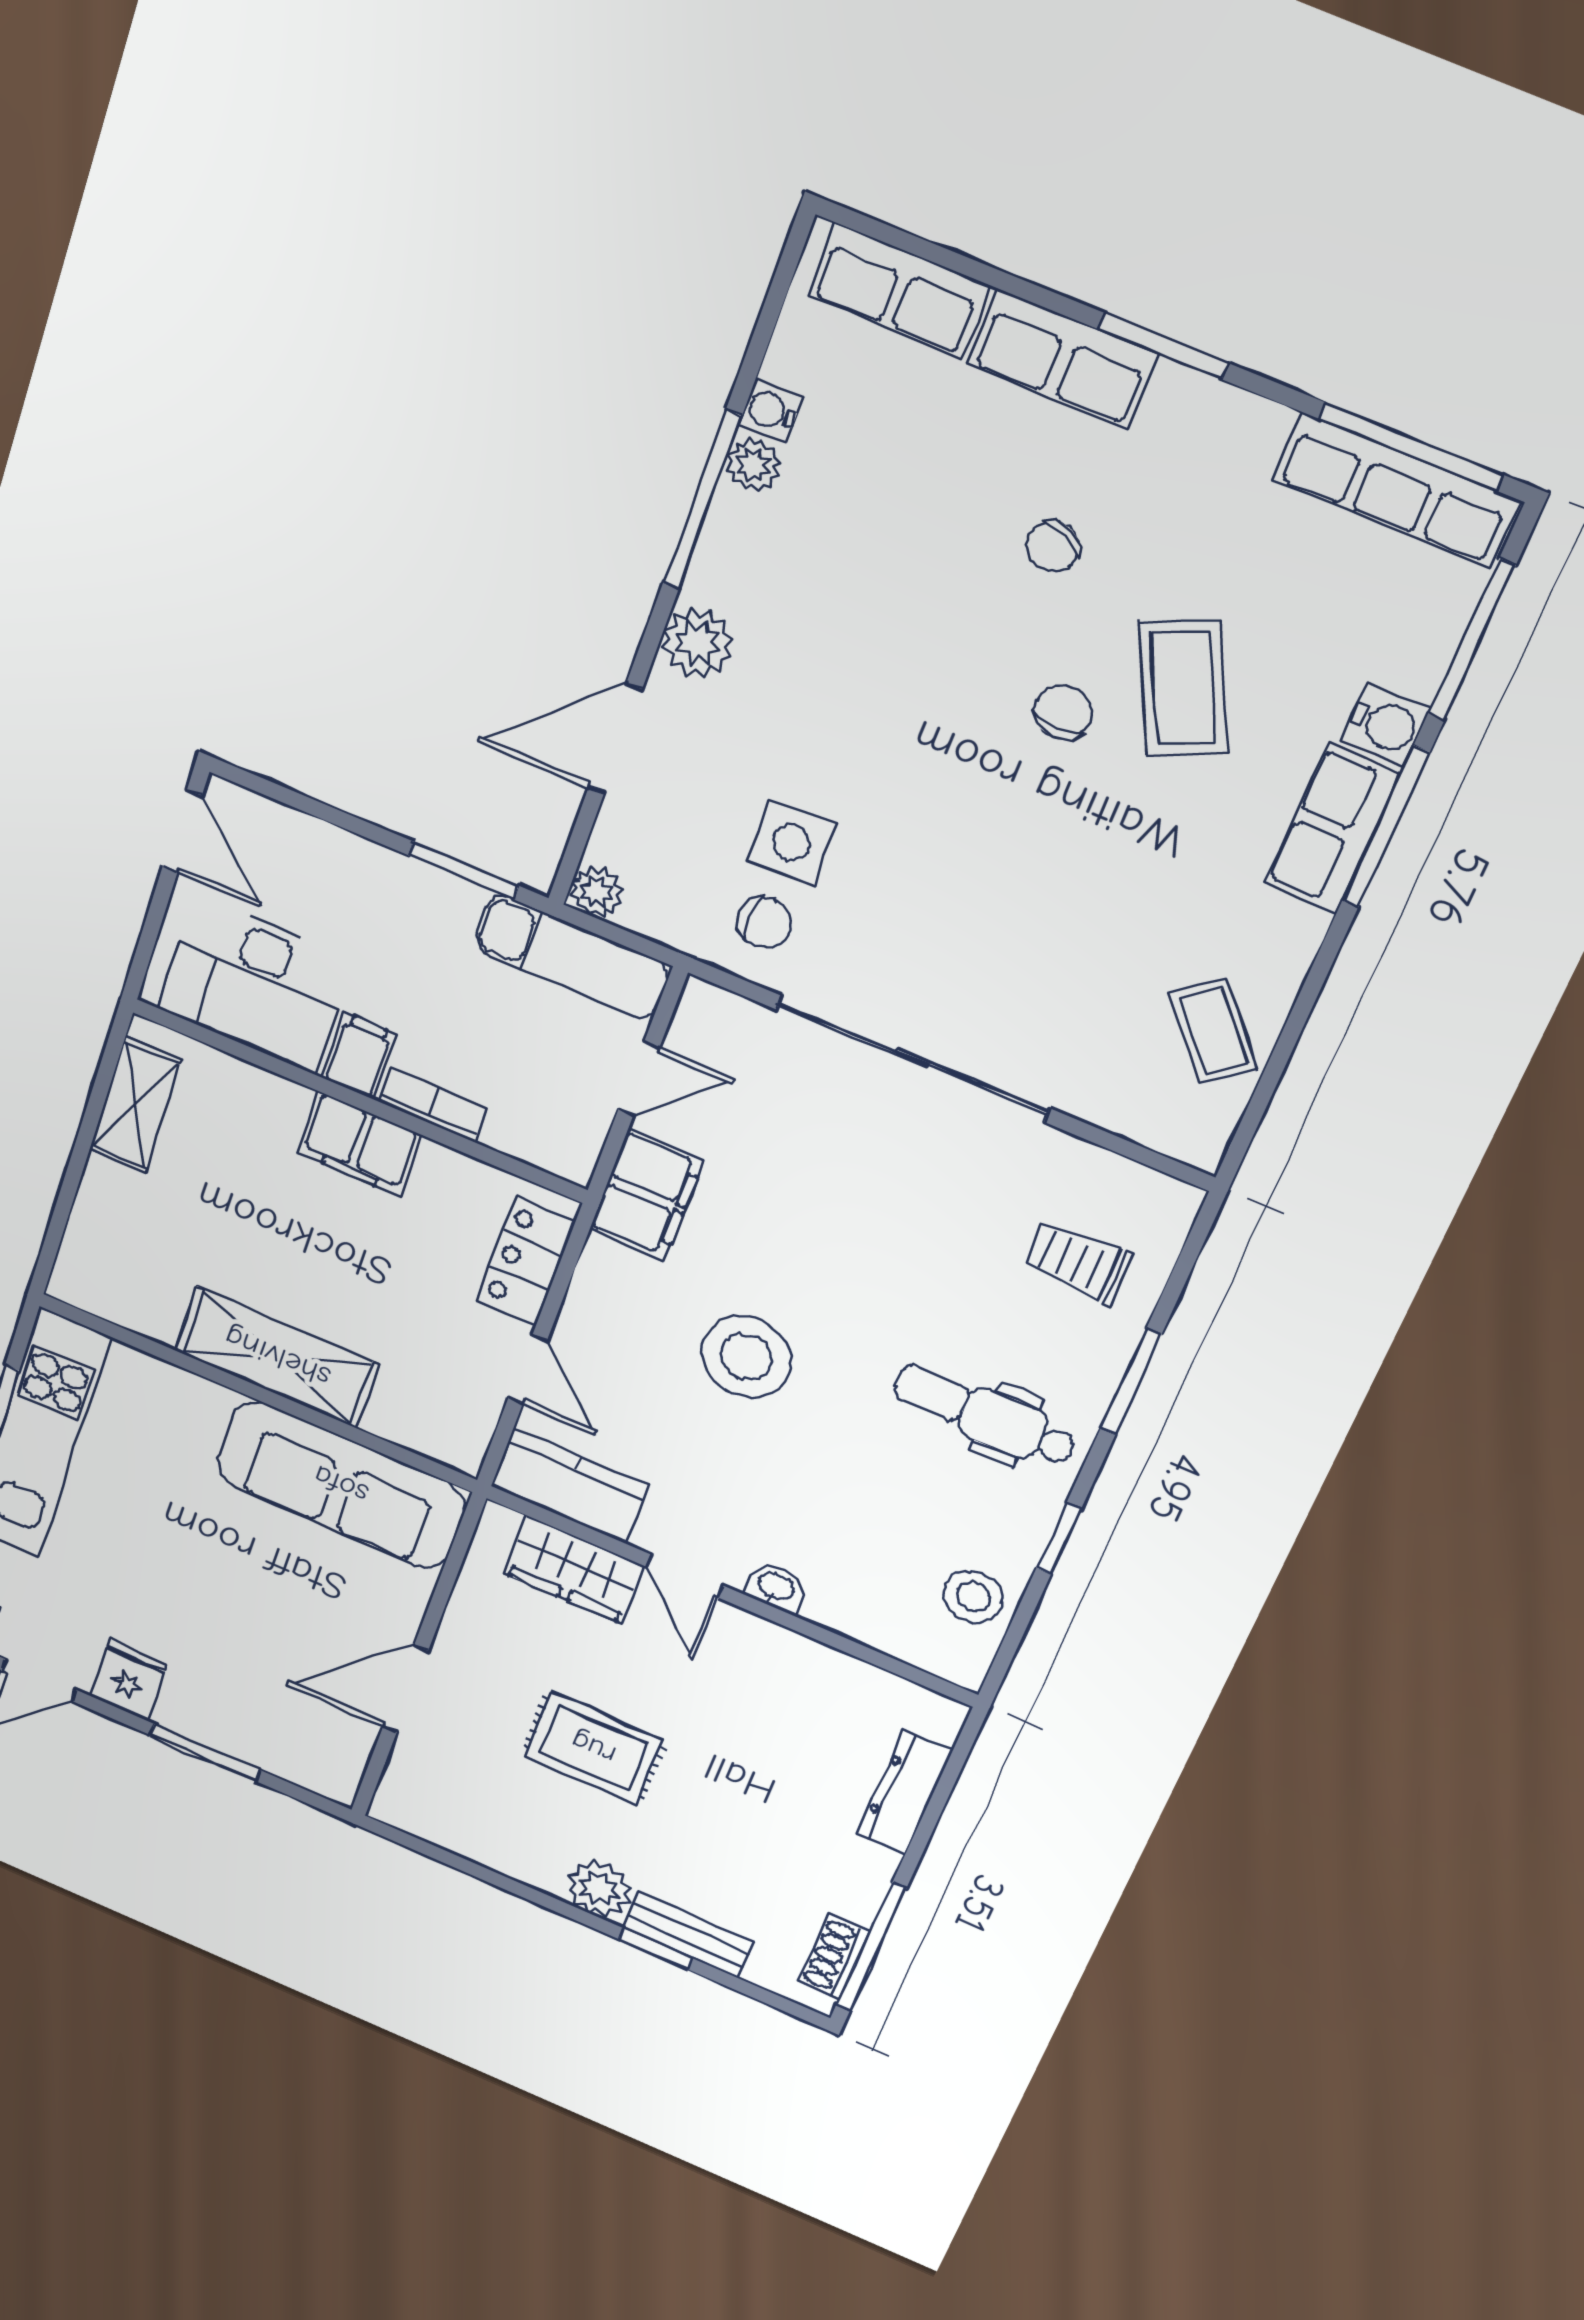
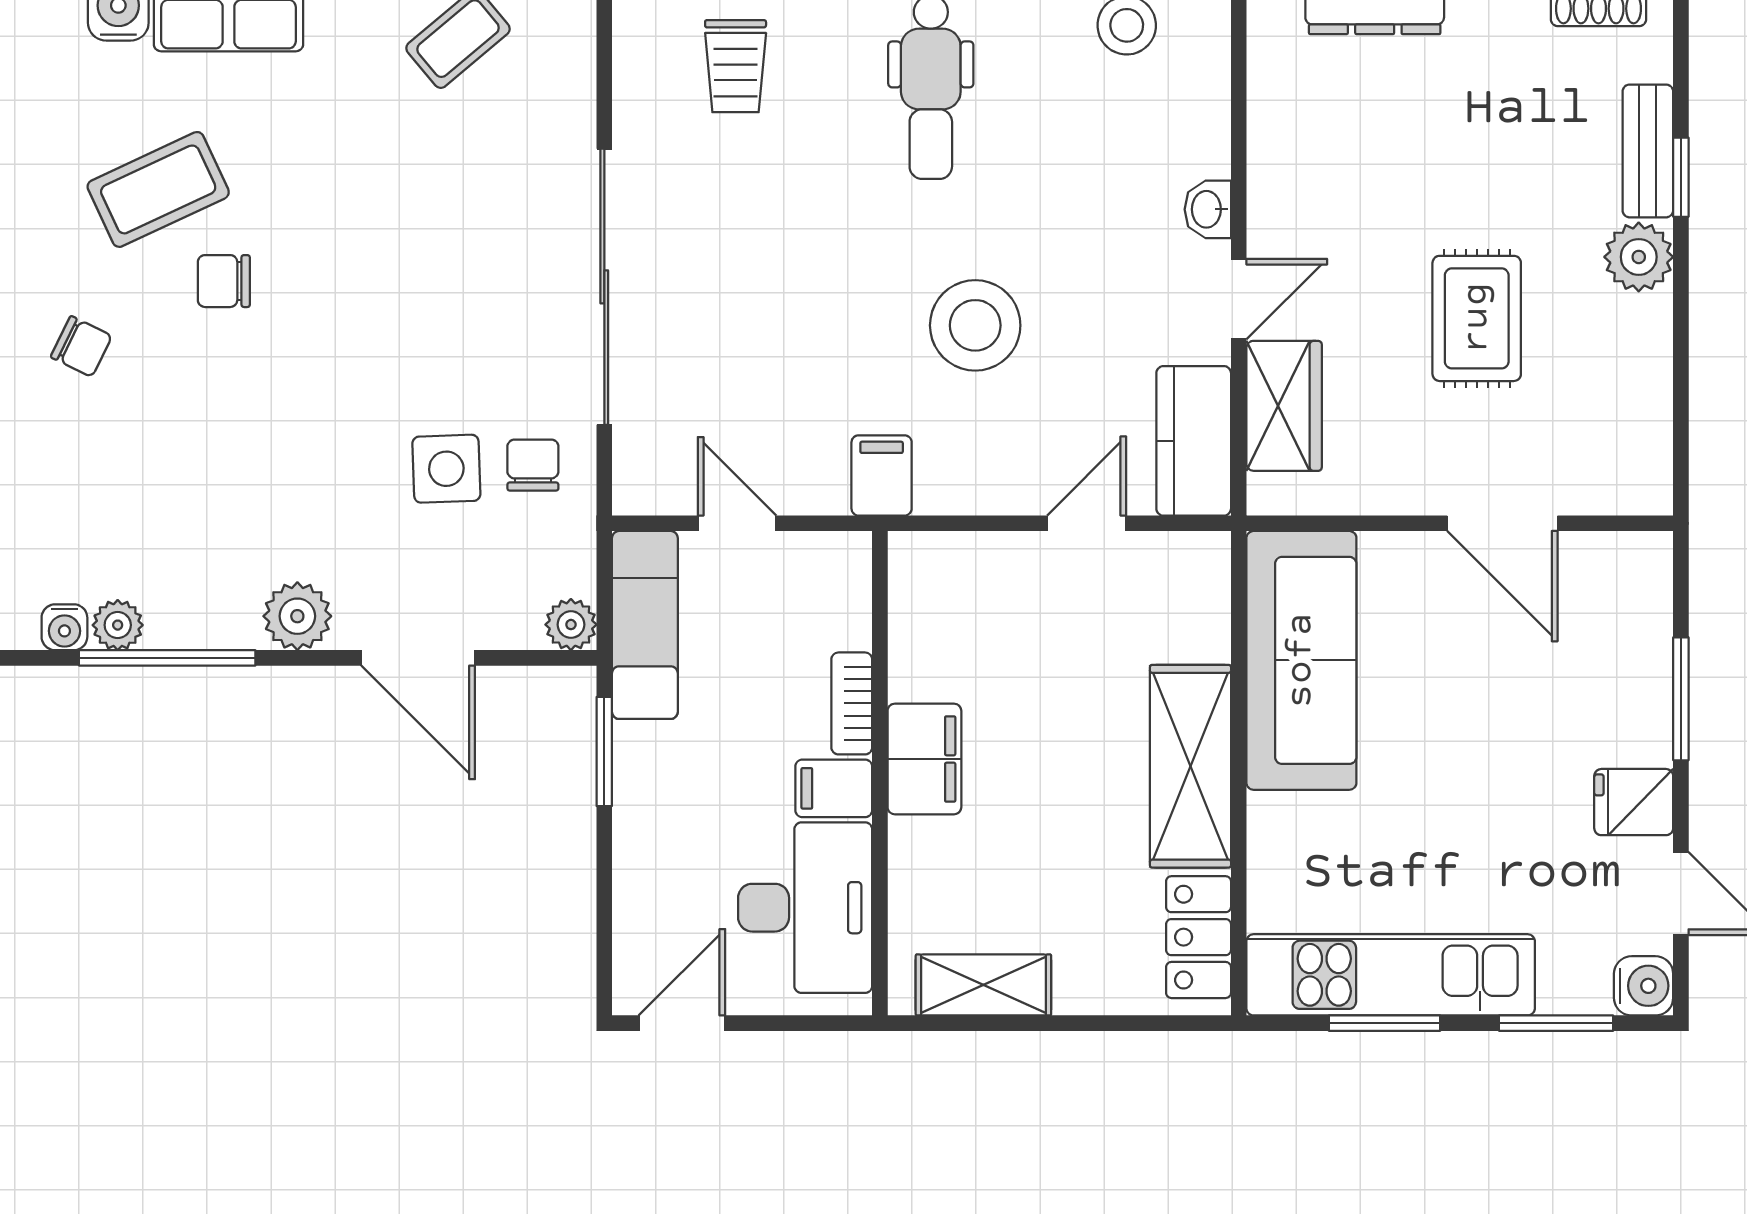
filing cabinet: (647, 1195) -> (882, 475), width x0.50
locker: (526, 1261) -> (1199, 937), moved, turned 90

